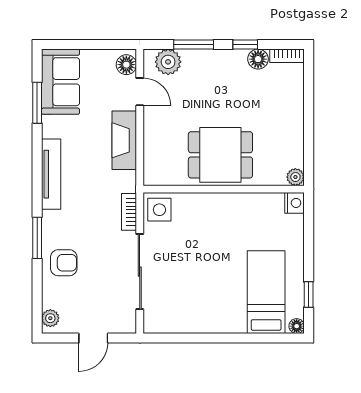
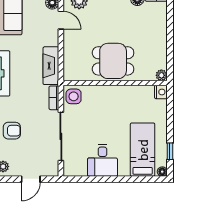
fireplace: (124, 140) -> (51, 66), moved
desk: (204, 309) -> (102, 160), added

